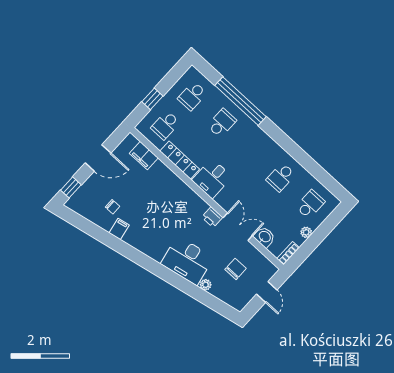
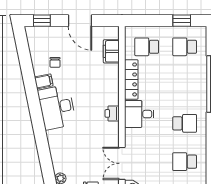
window: (152, 99) -> (182, 21), moved
school desk: (222, 123) -> (185, 123), moved
printer: (212, 217) -> (112, 113), moved
double door: (238, 227) -> (122, 163), swing flipped
desk: (187, 261) -> (57, 107), moved

